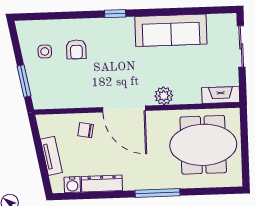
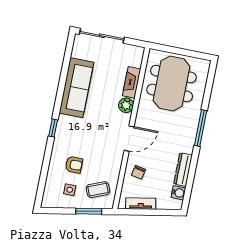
sliding door: (241, 46) -> (102, 36), width x1.37
coffee table: (53, 86) -> (98, 190), added
fireplace: (221, 95) -> (132, 82), moved
door: (124, 109) -> (129, 139), width x0.73
tv unit: (51, 156) -> (141, 204), moved

